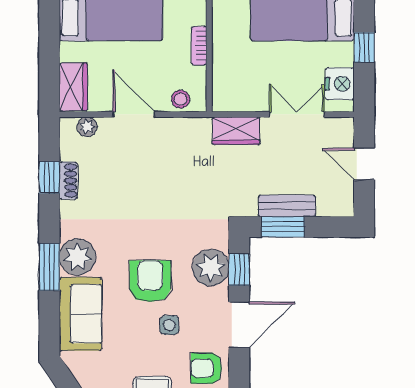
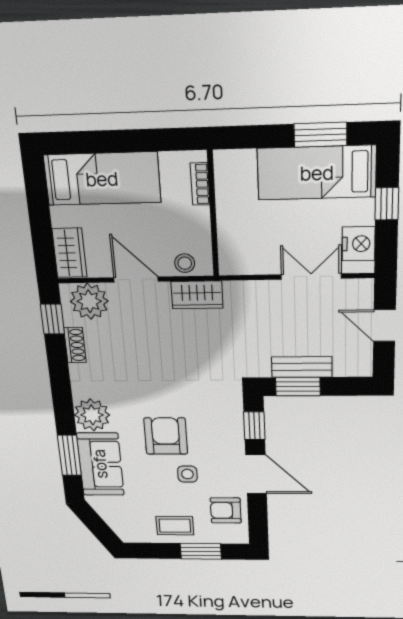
bookcase: (199, 46) -> (200, 184), moved
plant: (87, 127) -> (89, 301), width x1.88, depth x1.88
wardrobe: (236, 131) -> (197, 295), moved
window: (49, 178) -> (52, 319), moved
window: (49, 267) -> (69, 455), moved
plant: (211, 268) -> (226, 424), removed
door: (239, 325) -> (256, 474), hinge flipped

